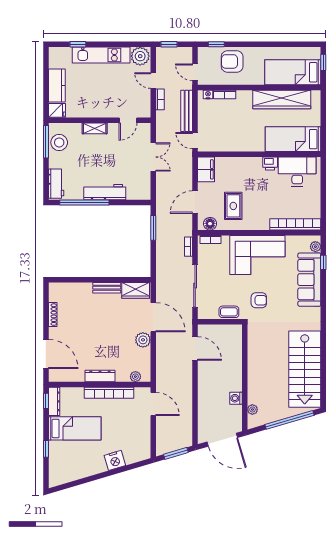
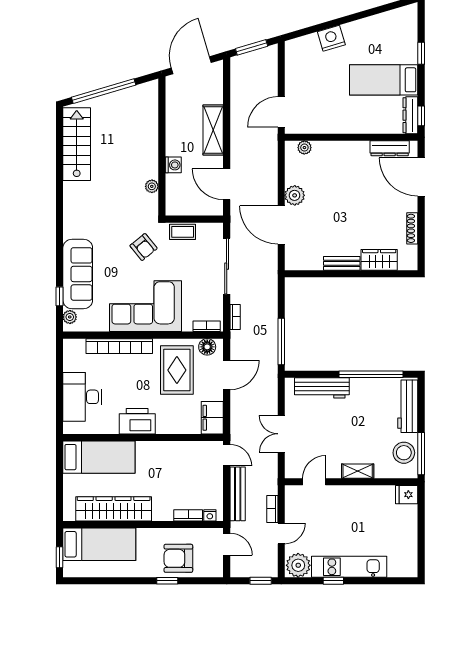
window: (78, 44) -> (333, 581), moved
window: (216, 44) -> (167, 581), moved
armchair: (232, 61) -> (178, 558), turned 180
door: (153, 81) -> (281, 533), hinge flipped
kitchen counter: (57, 86) -> (407, 527), removed
printer: (270, 163) -> (137, 421), width x1.87, depth x1.48
desk: (297, 172) -> (82, 397), moved, turned 90
workbench: (56, 184) -> (408, 406), width x1.38
workbench: (105, 192) -> (322, 388), moved
rug: (233, 206) -> (177, 370), width x1.36, depth x1.43
bookcase: (295, 224) -> (119, 346), moved
window: (153, 228) -> (281, 341), width x1.44
wardrobe: (136, 290) -> (379, 260), moved
armchair: (259, 300) -> (144, 247), turned -129
stairs: (305, 369) -> (77, 144), width x0.73, depth x0.66
dresser: (100, 376) -> (390, 148), moved
shelving: (205, 390) -> (213, 130), added
bookcase: (109, 393) -> (339, 127), removed
washing machine: (236, 398) -> (173, 165), moved
door: (153, 404) -> (281, 112), hinge flipped
plant: (252, 409) -> (152, 186), moved
door: (222, 440) -> (191, 65), hinge flipped

